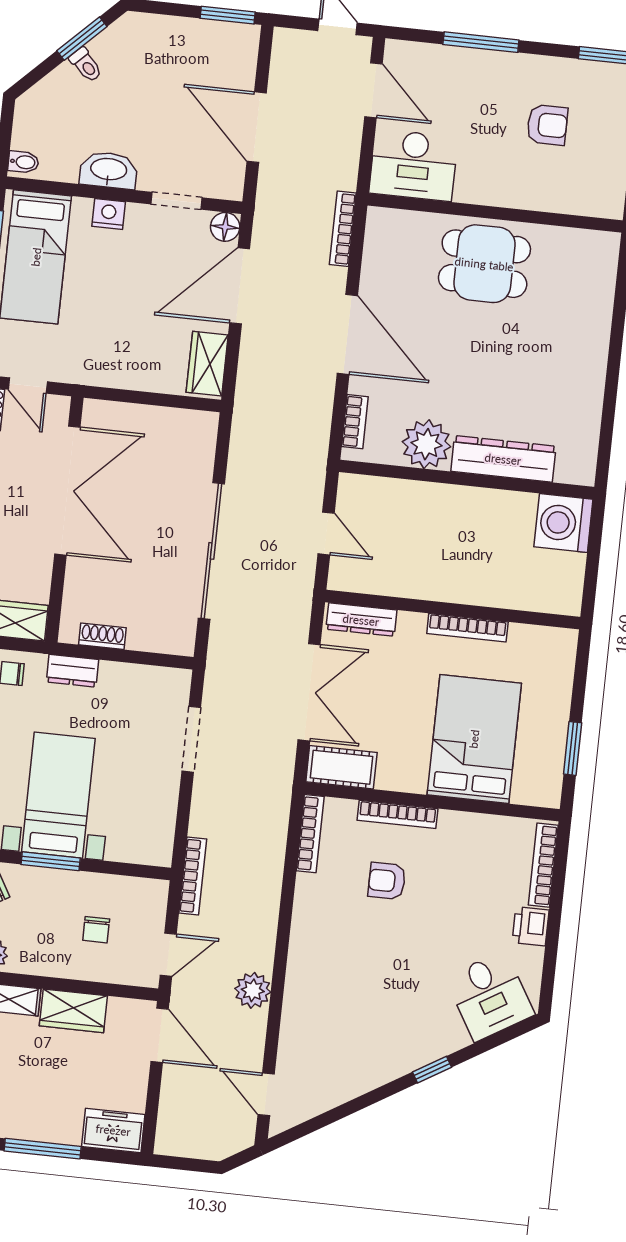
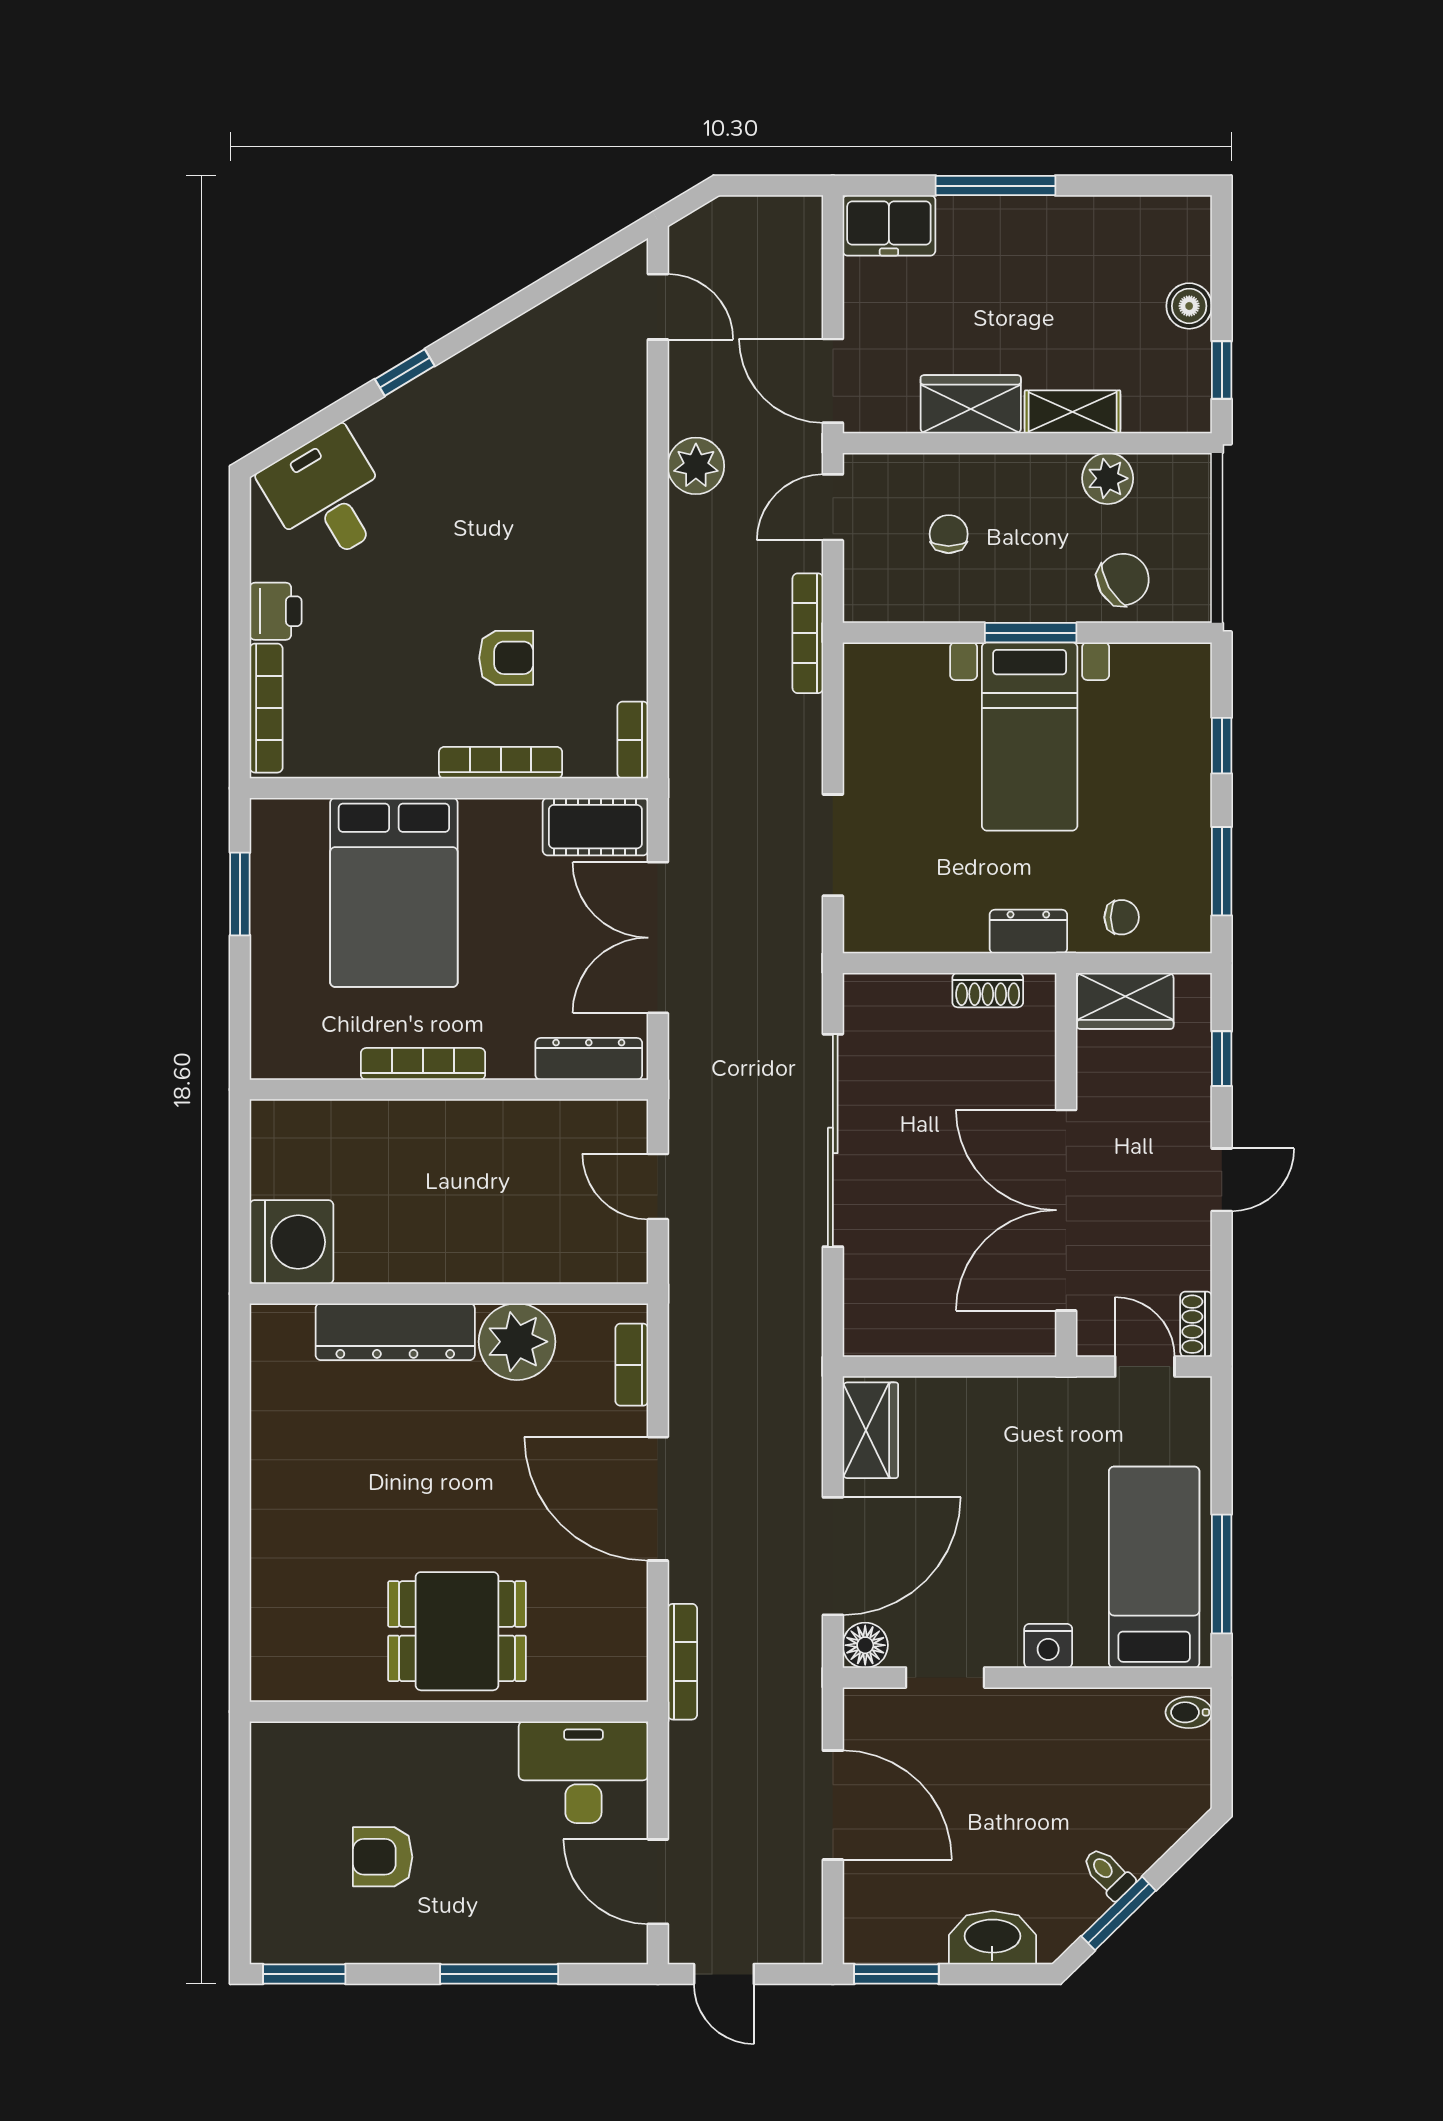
washbasin: (109, 170) -> (992, 1938), moved, turned 180
bookcase: (310, 834) -> (633, 740), width x0.64

